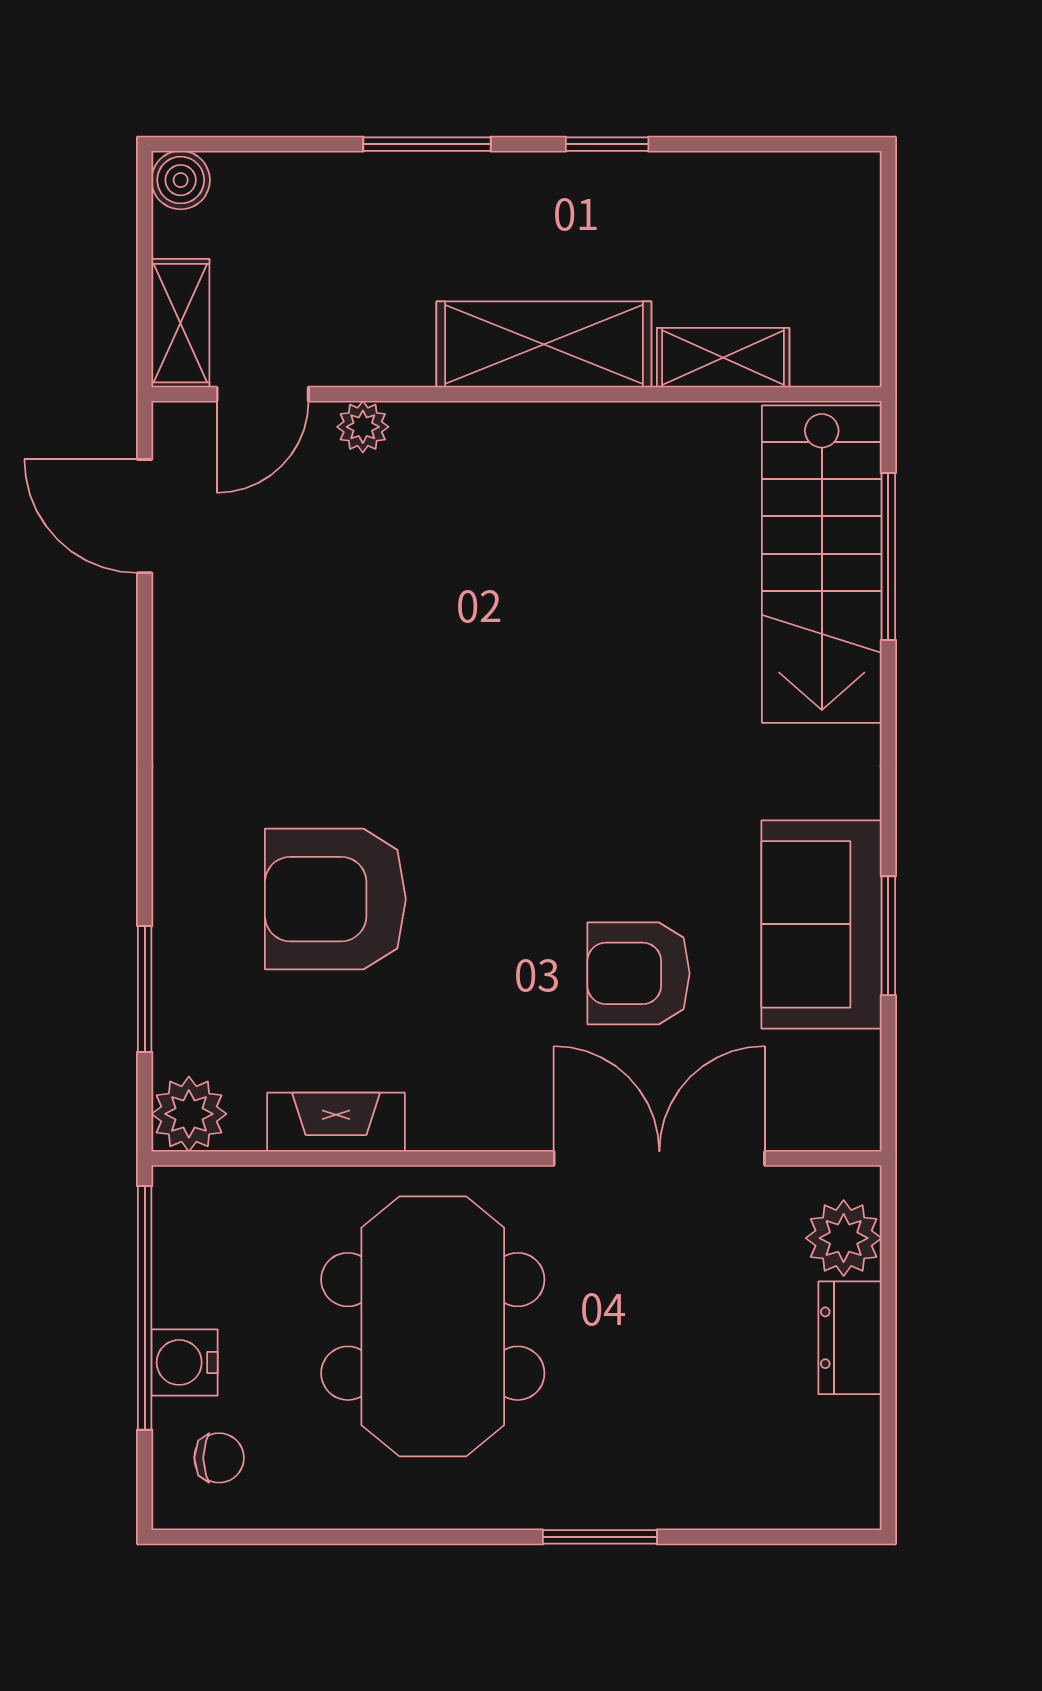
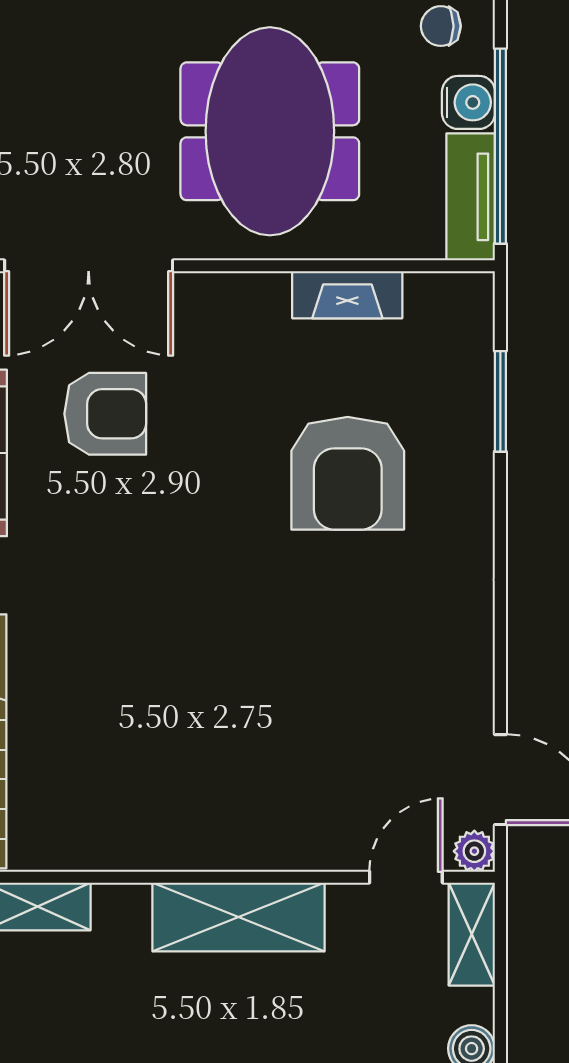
shelving: (544, 344) -> (239, 917), moved
plant: (363, 427) -> (474, 851), moved
armchair: (335, 899) -> (348, 473), turned 90
plant: (189, 1114) -> (465, 301), removed
tv unit: (182, 1244) -> (471, 197), added

